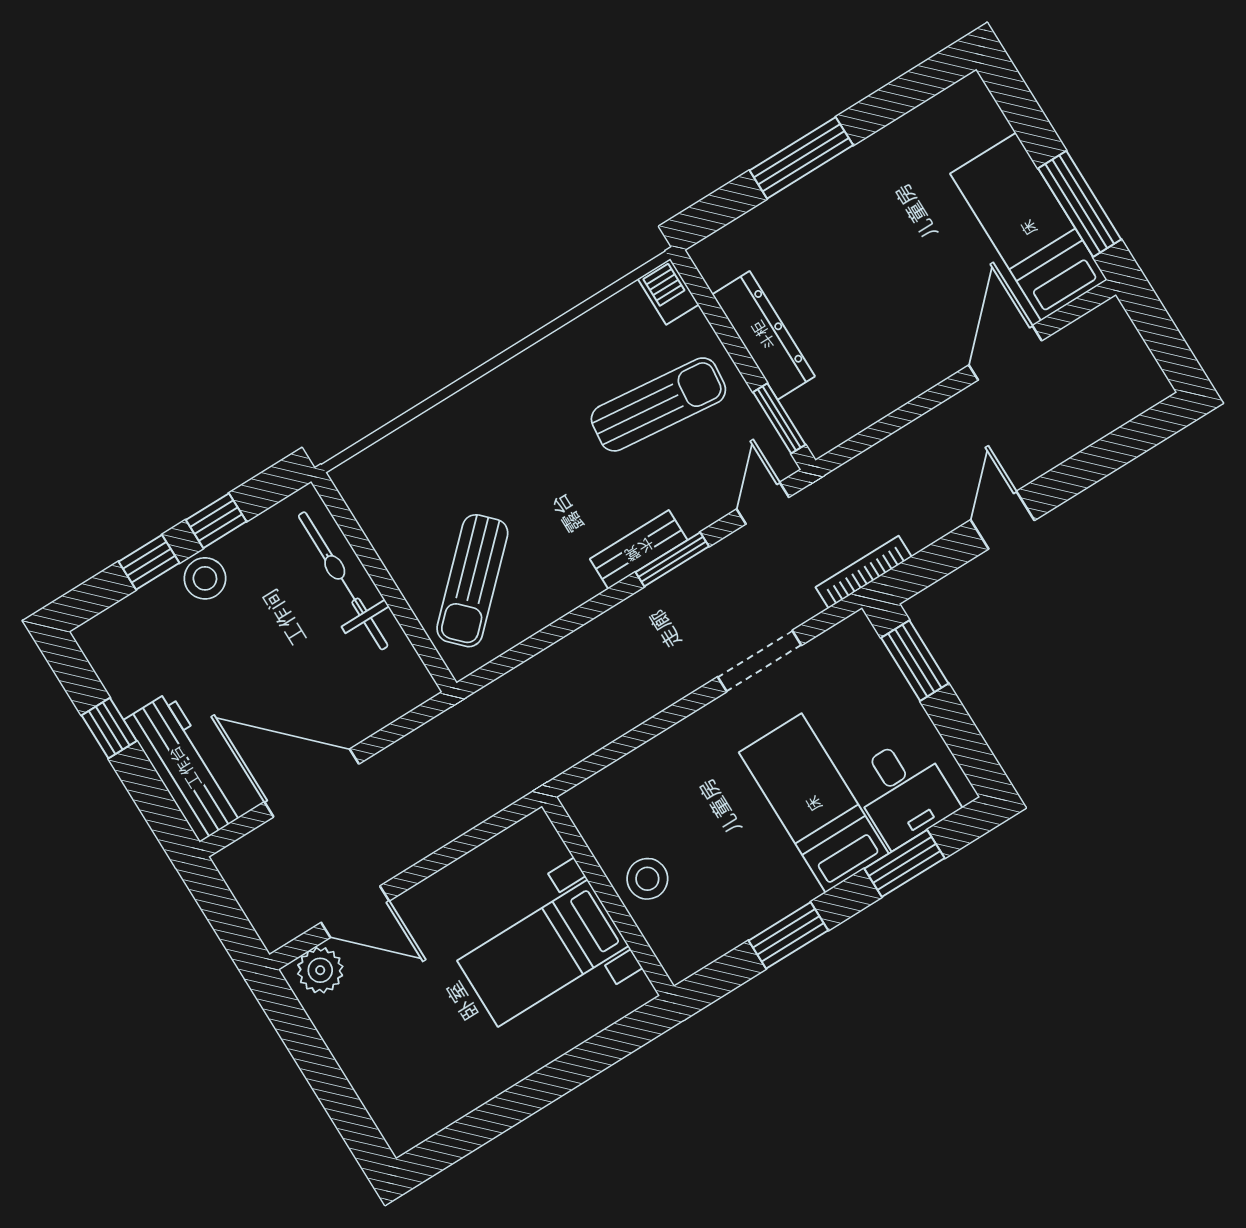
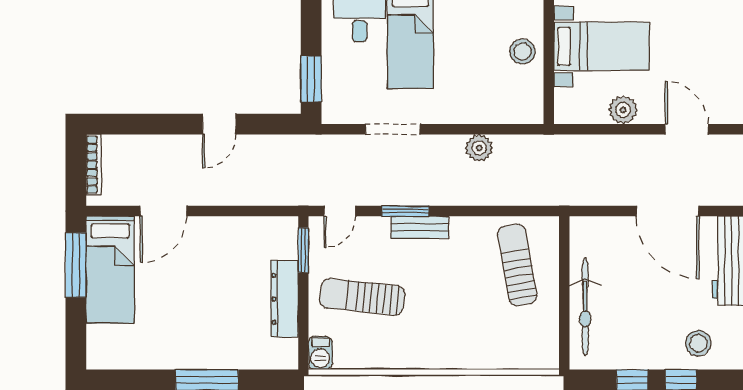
bookcase: (864, 572) -> (94, 165), moved, turned -90
stool: (205, 578) -> (698, 343), moved
sun lounger: (472, 581) -> (517, 265), turned -56
plant: (625, 709) -> (479, 148), added
plant: (320, 970) -> (623, 110), moved

